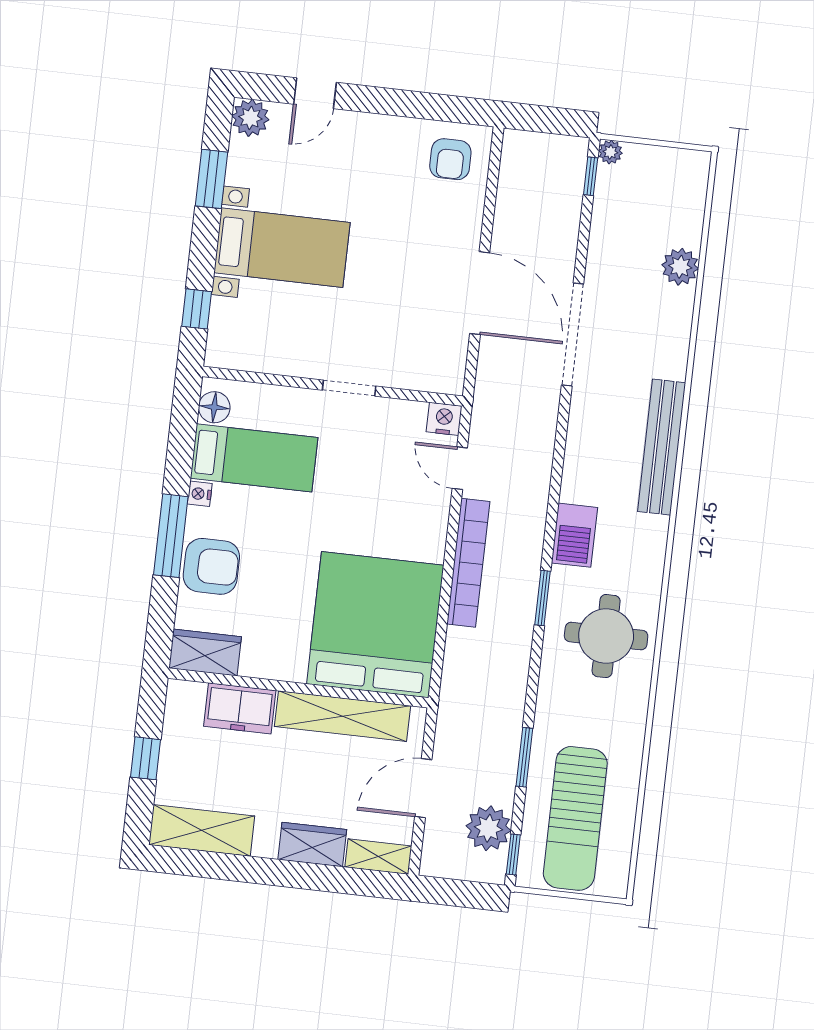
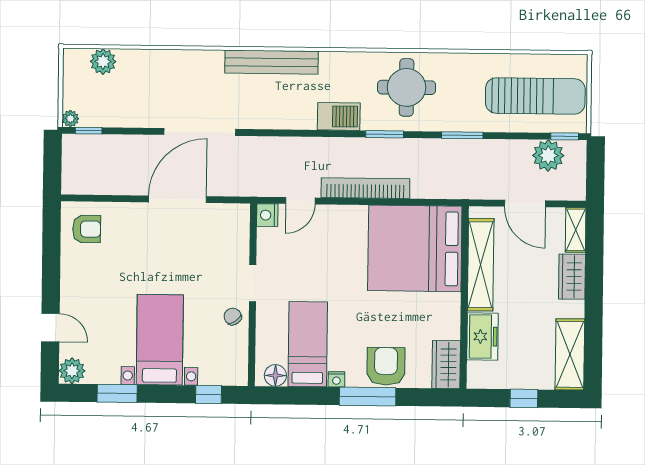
plant: (680, 267) -> (103, 62), moved
chair: (305, 355) -> (233, 316), added
window: (524, 757) -> (462, 135), moved

